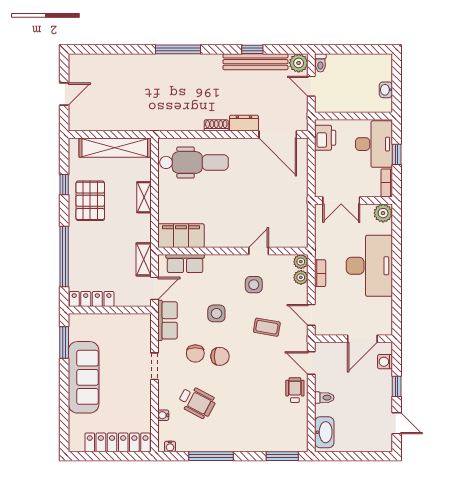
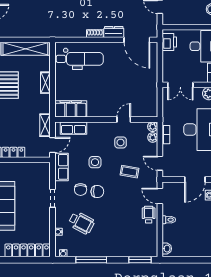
washbasin: (324, 432) -> (167, 249), width x0.52, depth x0.69

